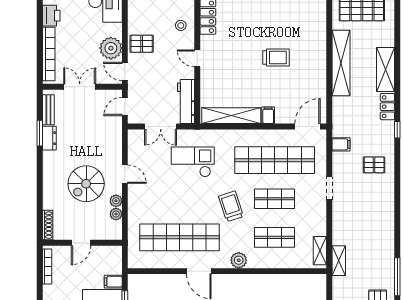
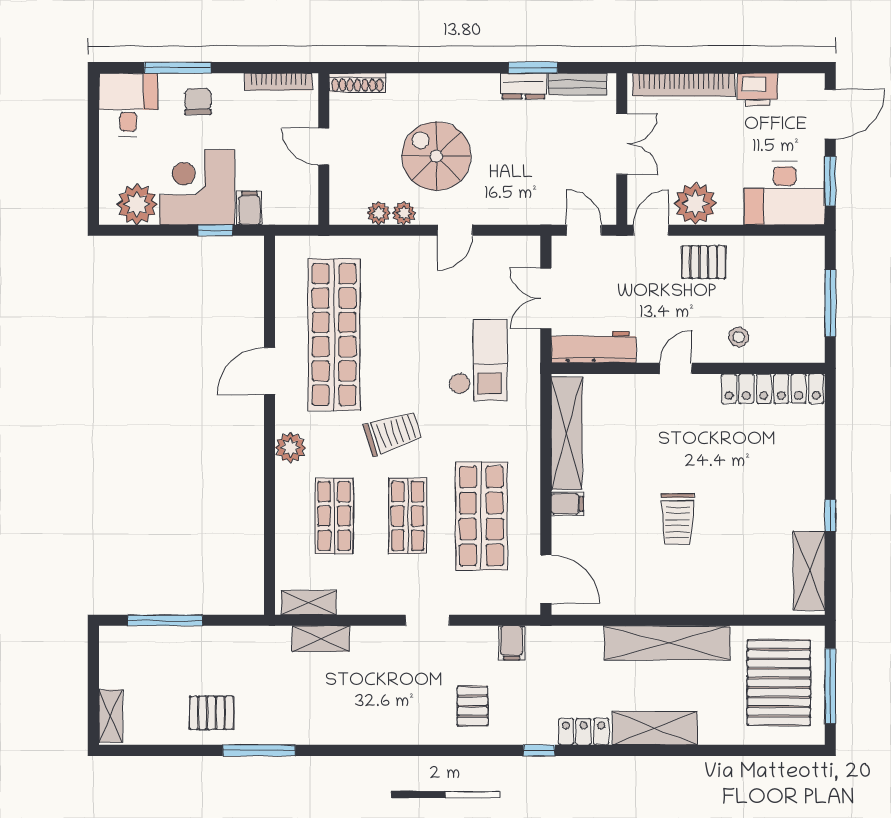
pallet: (142, 44) -> (704, 262), turned 90
shop shelf: (275, 160) -> (481, 516), width x0.71
shelving: (339, 261) -> (321, 639), moved

